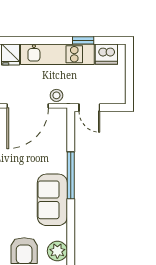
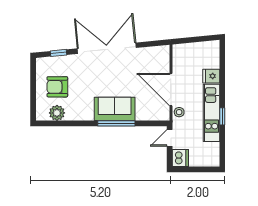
window: (83, 40) -> (222, 116), moved
dishwasher: (106, 54) -> (180, 158), moved, turned 180
sofa: (52, 200) -> (115, 109), moved

